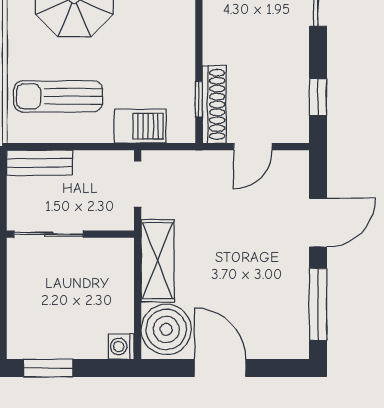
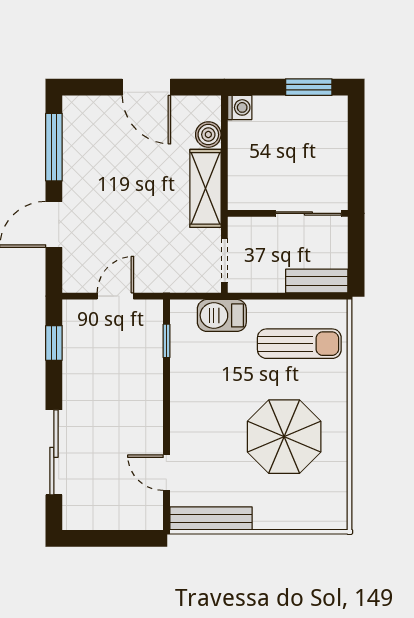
shoe rack: (214, 104) -> (152, 336), removed
boiler: (166, 329) -> (208, 135), width x0.54, depth x0.54

